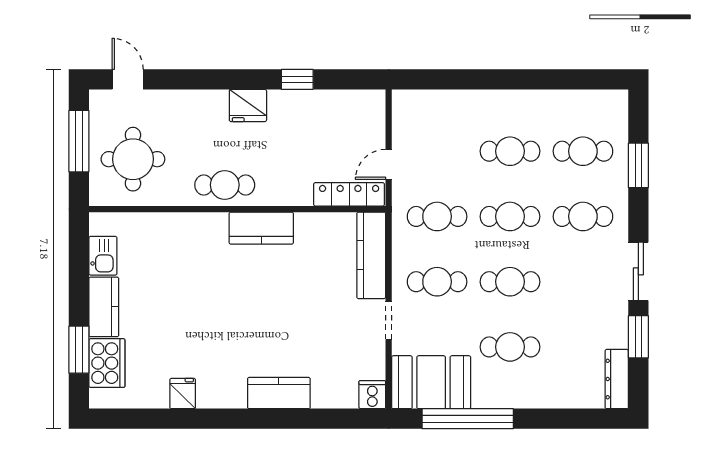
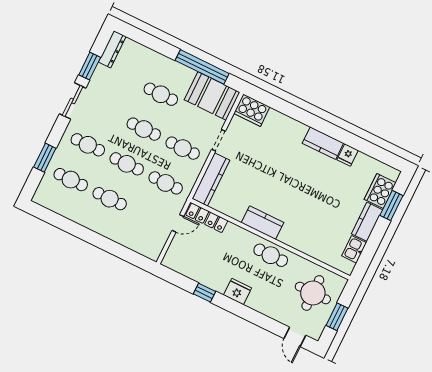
window: (79, 141) -> (337, 317), width x0.69
kitchen counter: (279, 393) -> (323, 143), moved
cooker: (372, 395) -> (252, 110), width x1.87, depth x1.31

